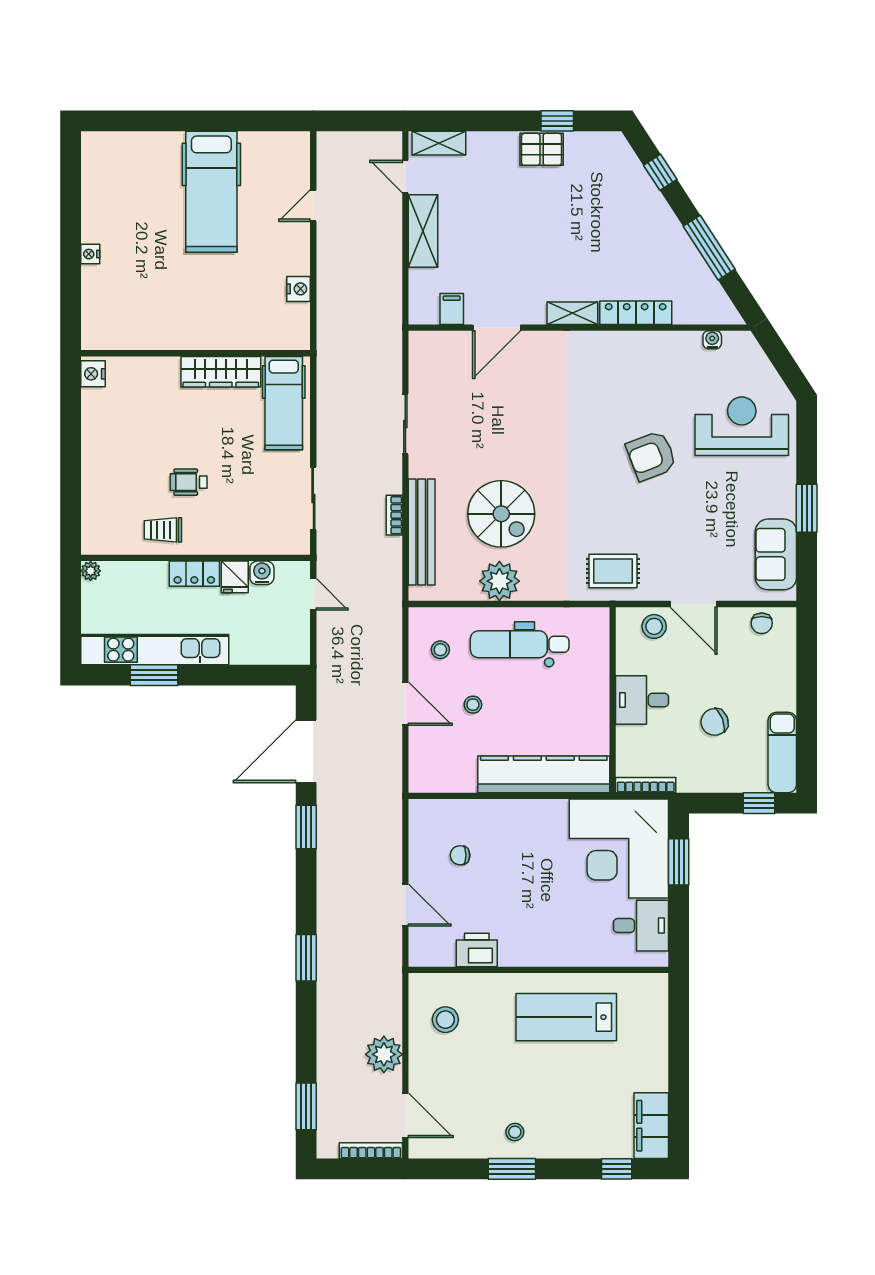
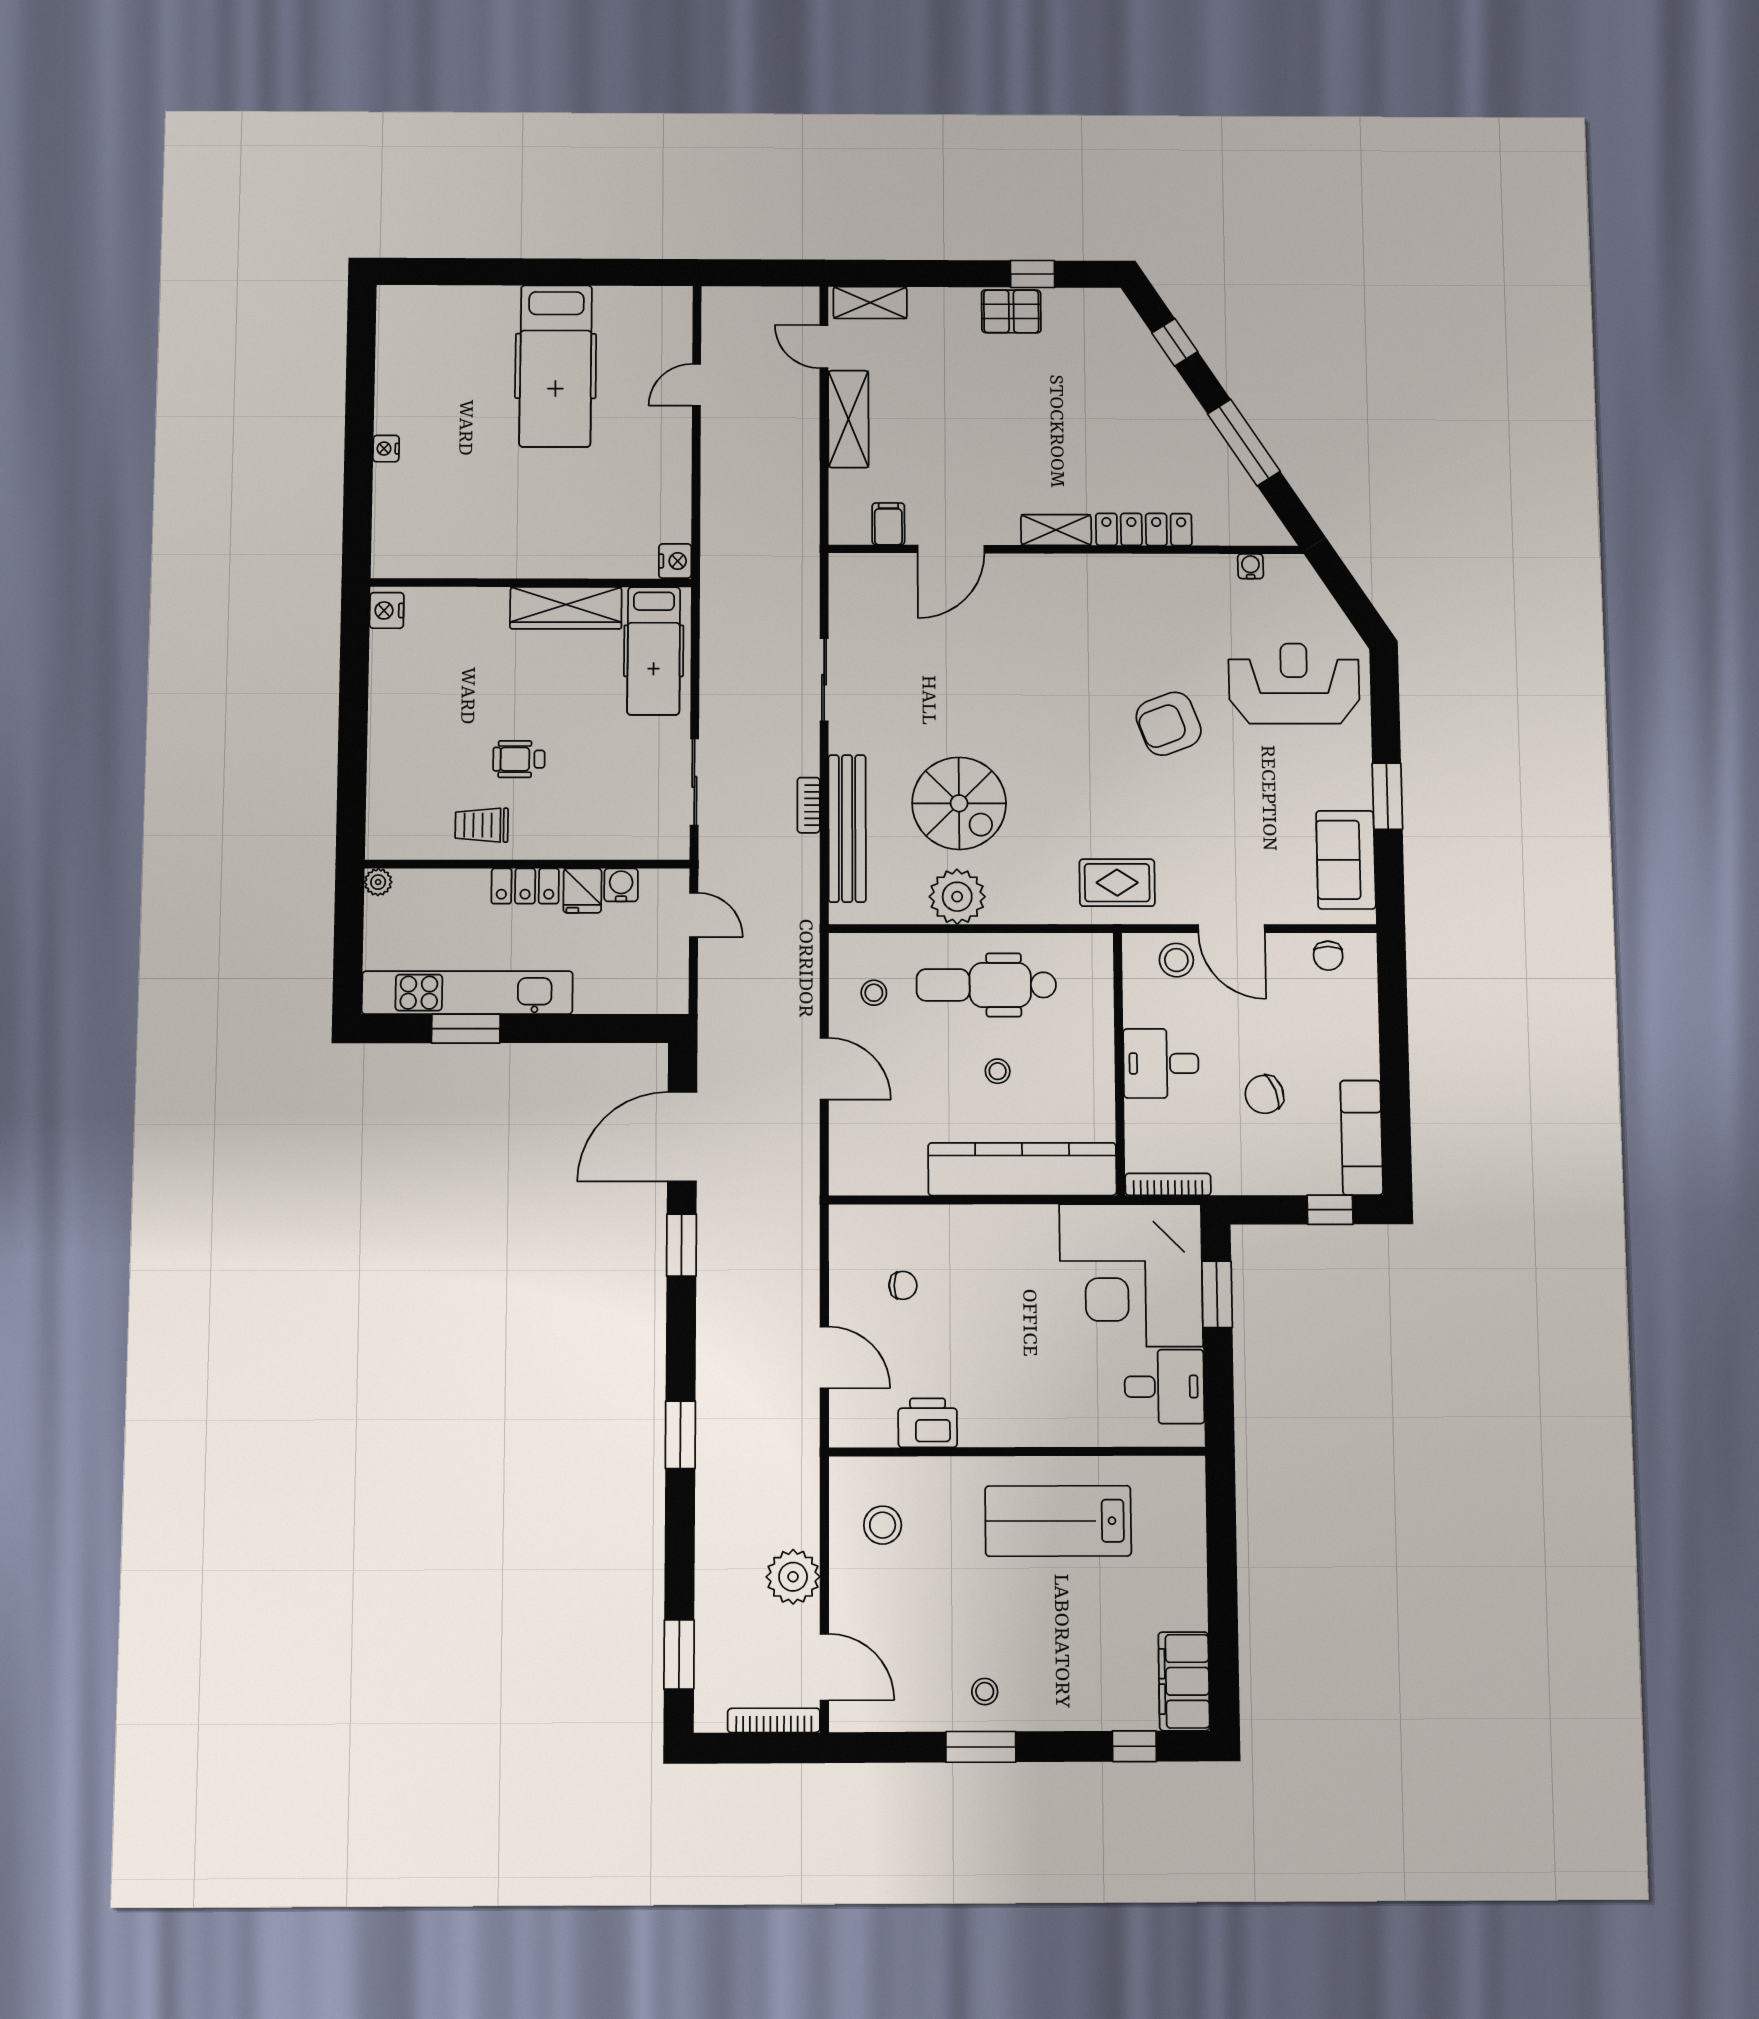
nightstand: (299, 289) -> (675, 561), moved
stool: (473, 705) -> (998, 1071), moved
chair: (460, 855) -> (903, 1285), turned 180

